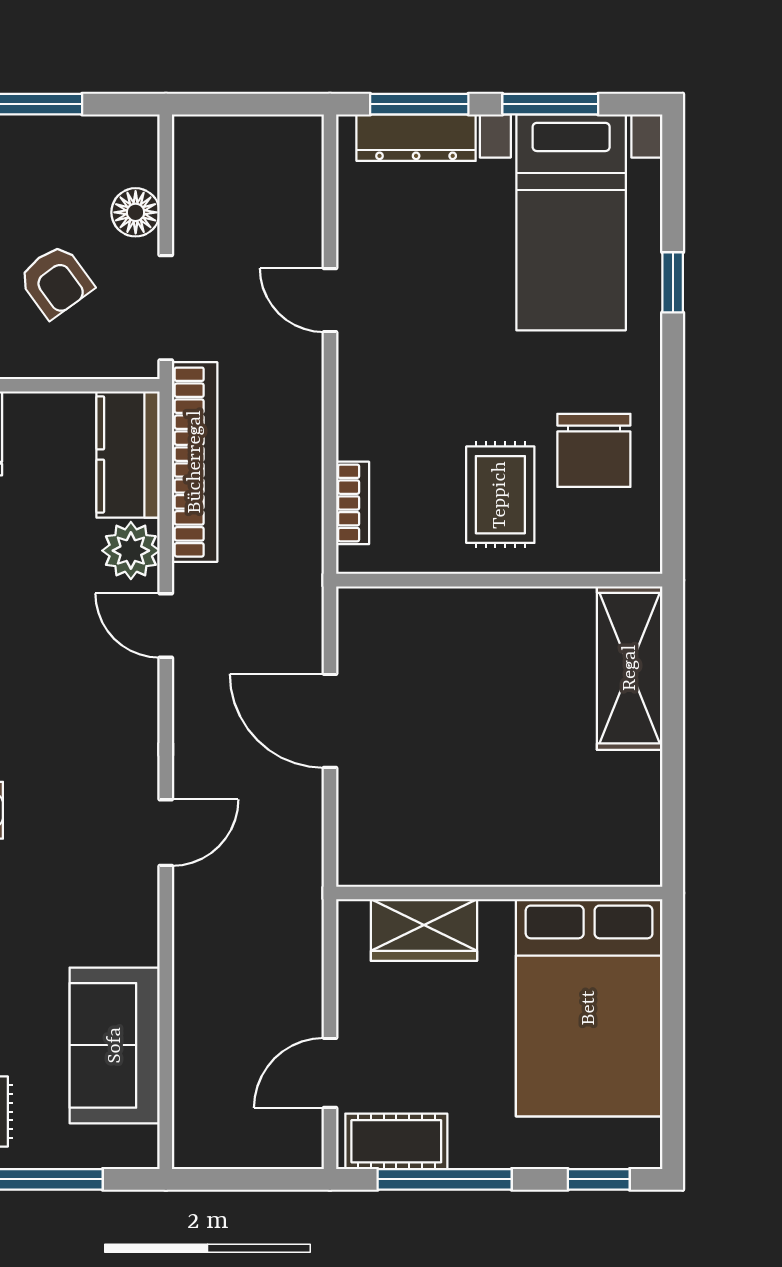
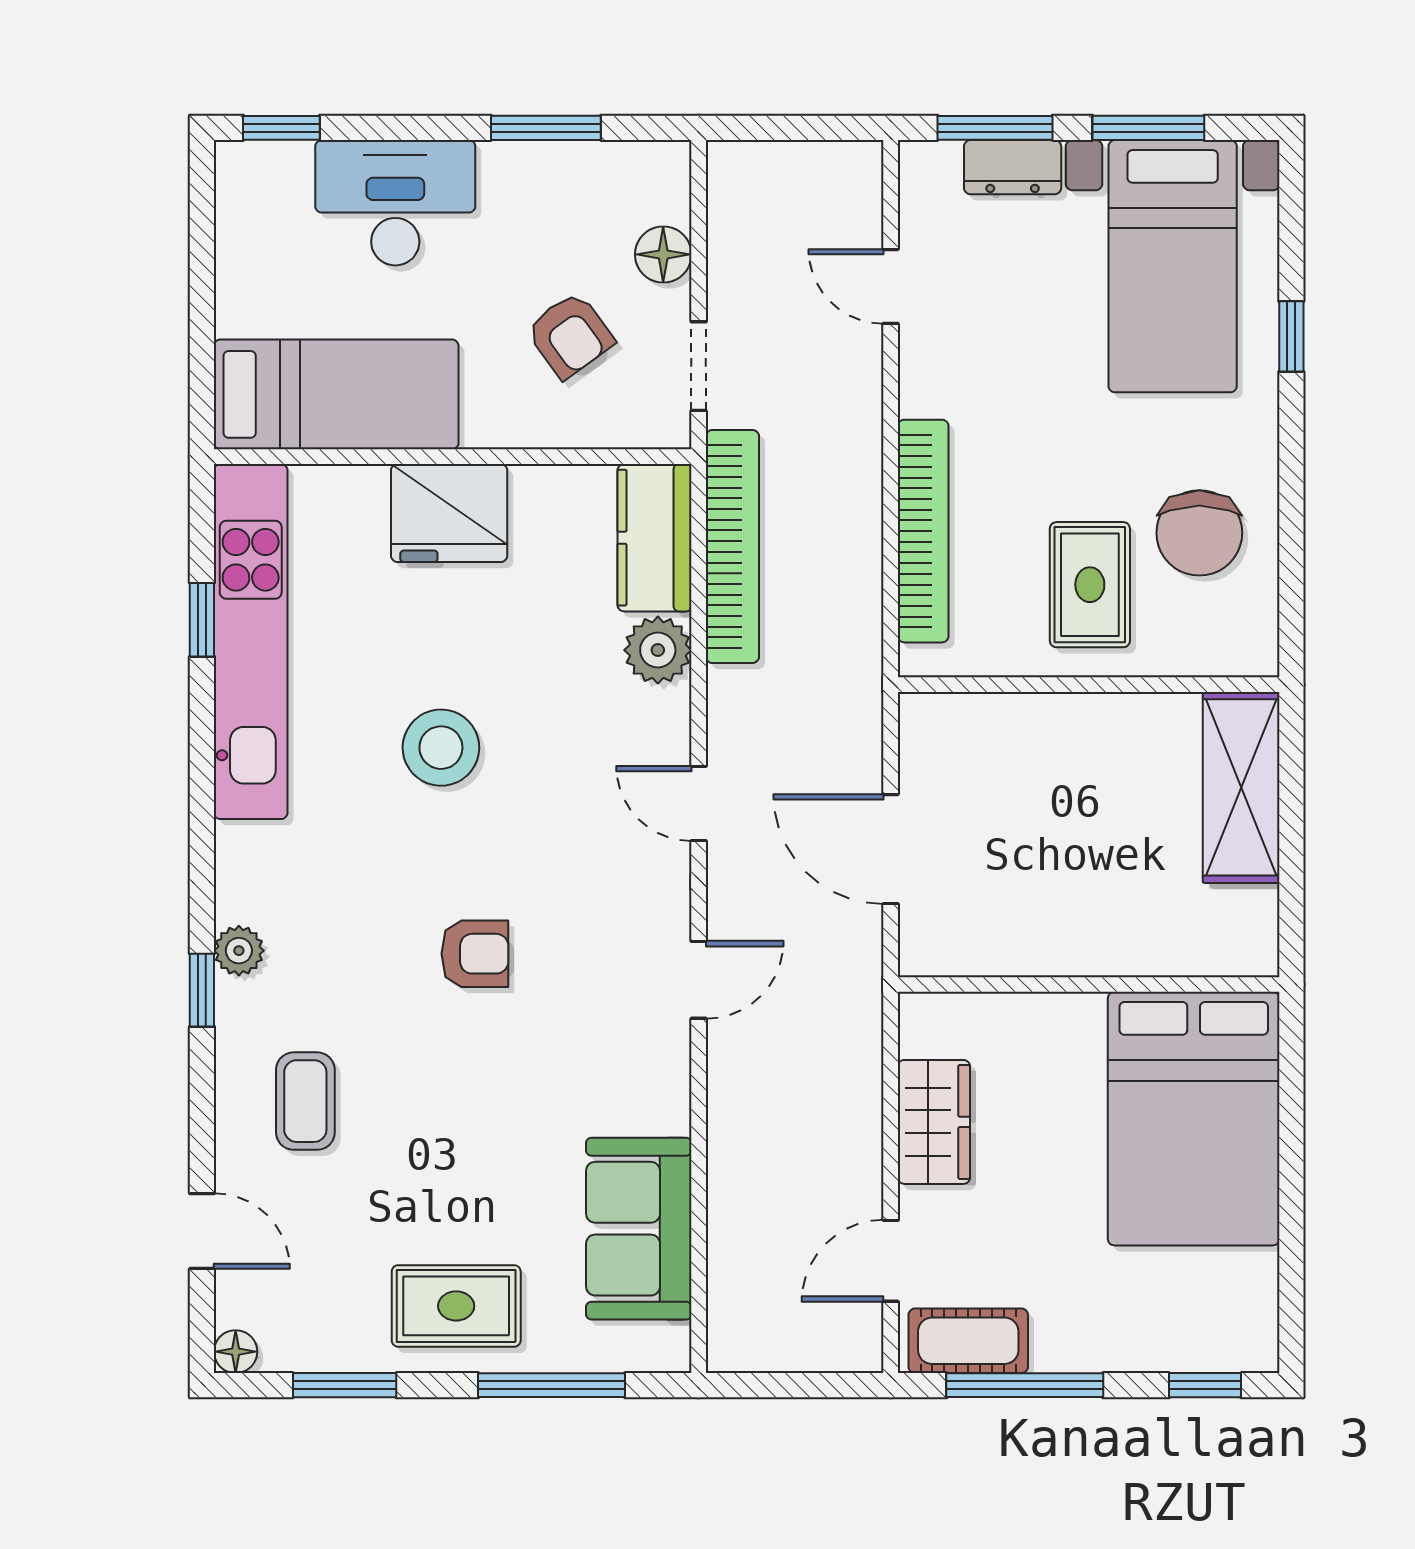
dresser: (416, 138) -> (1013, 167), width x0.70
door: (330, 300) -> (891, 286), moved
doorway: (166, 308) -> (699, 366), width x0.73
bookcase: (353, 503) -> (923, 531), width x2.31, depth x1.31
door: (166, 625) -> (699, 804), moved
wall: (499, 893) -> (1089, 984), moved
wardrobe: (424, 930) -> (934, 1122), moved, turned -90
bed: (589, 1008) -> (1194, 1119), moved

